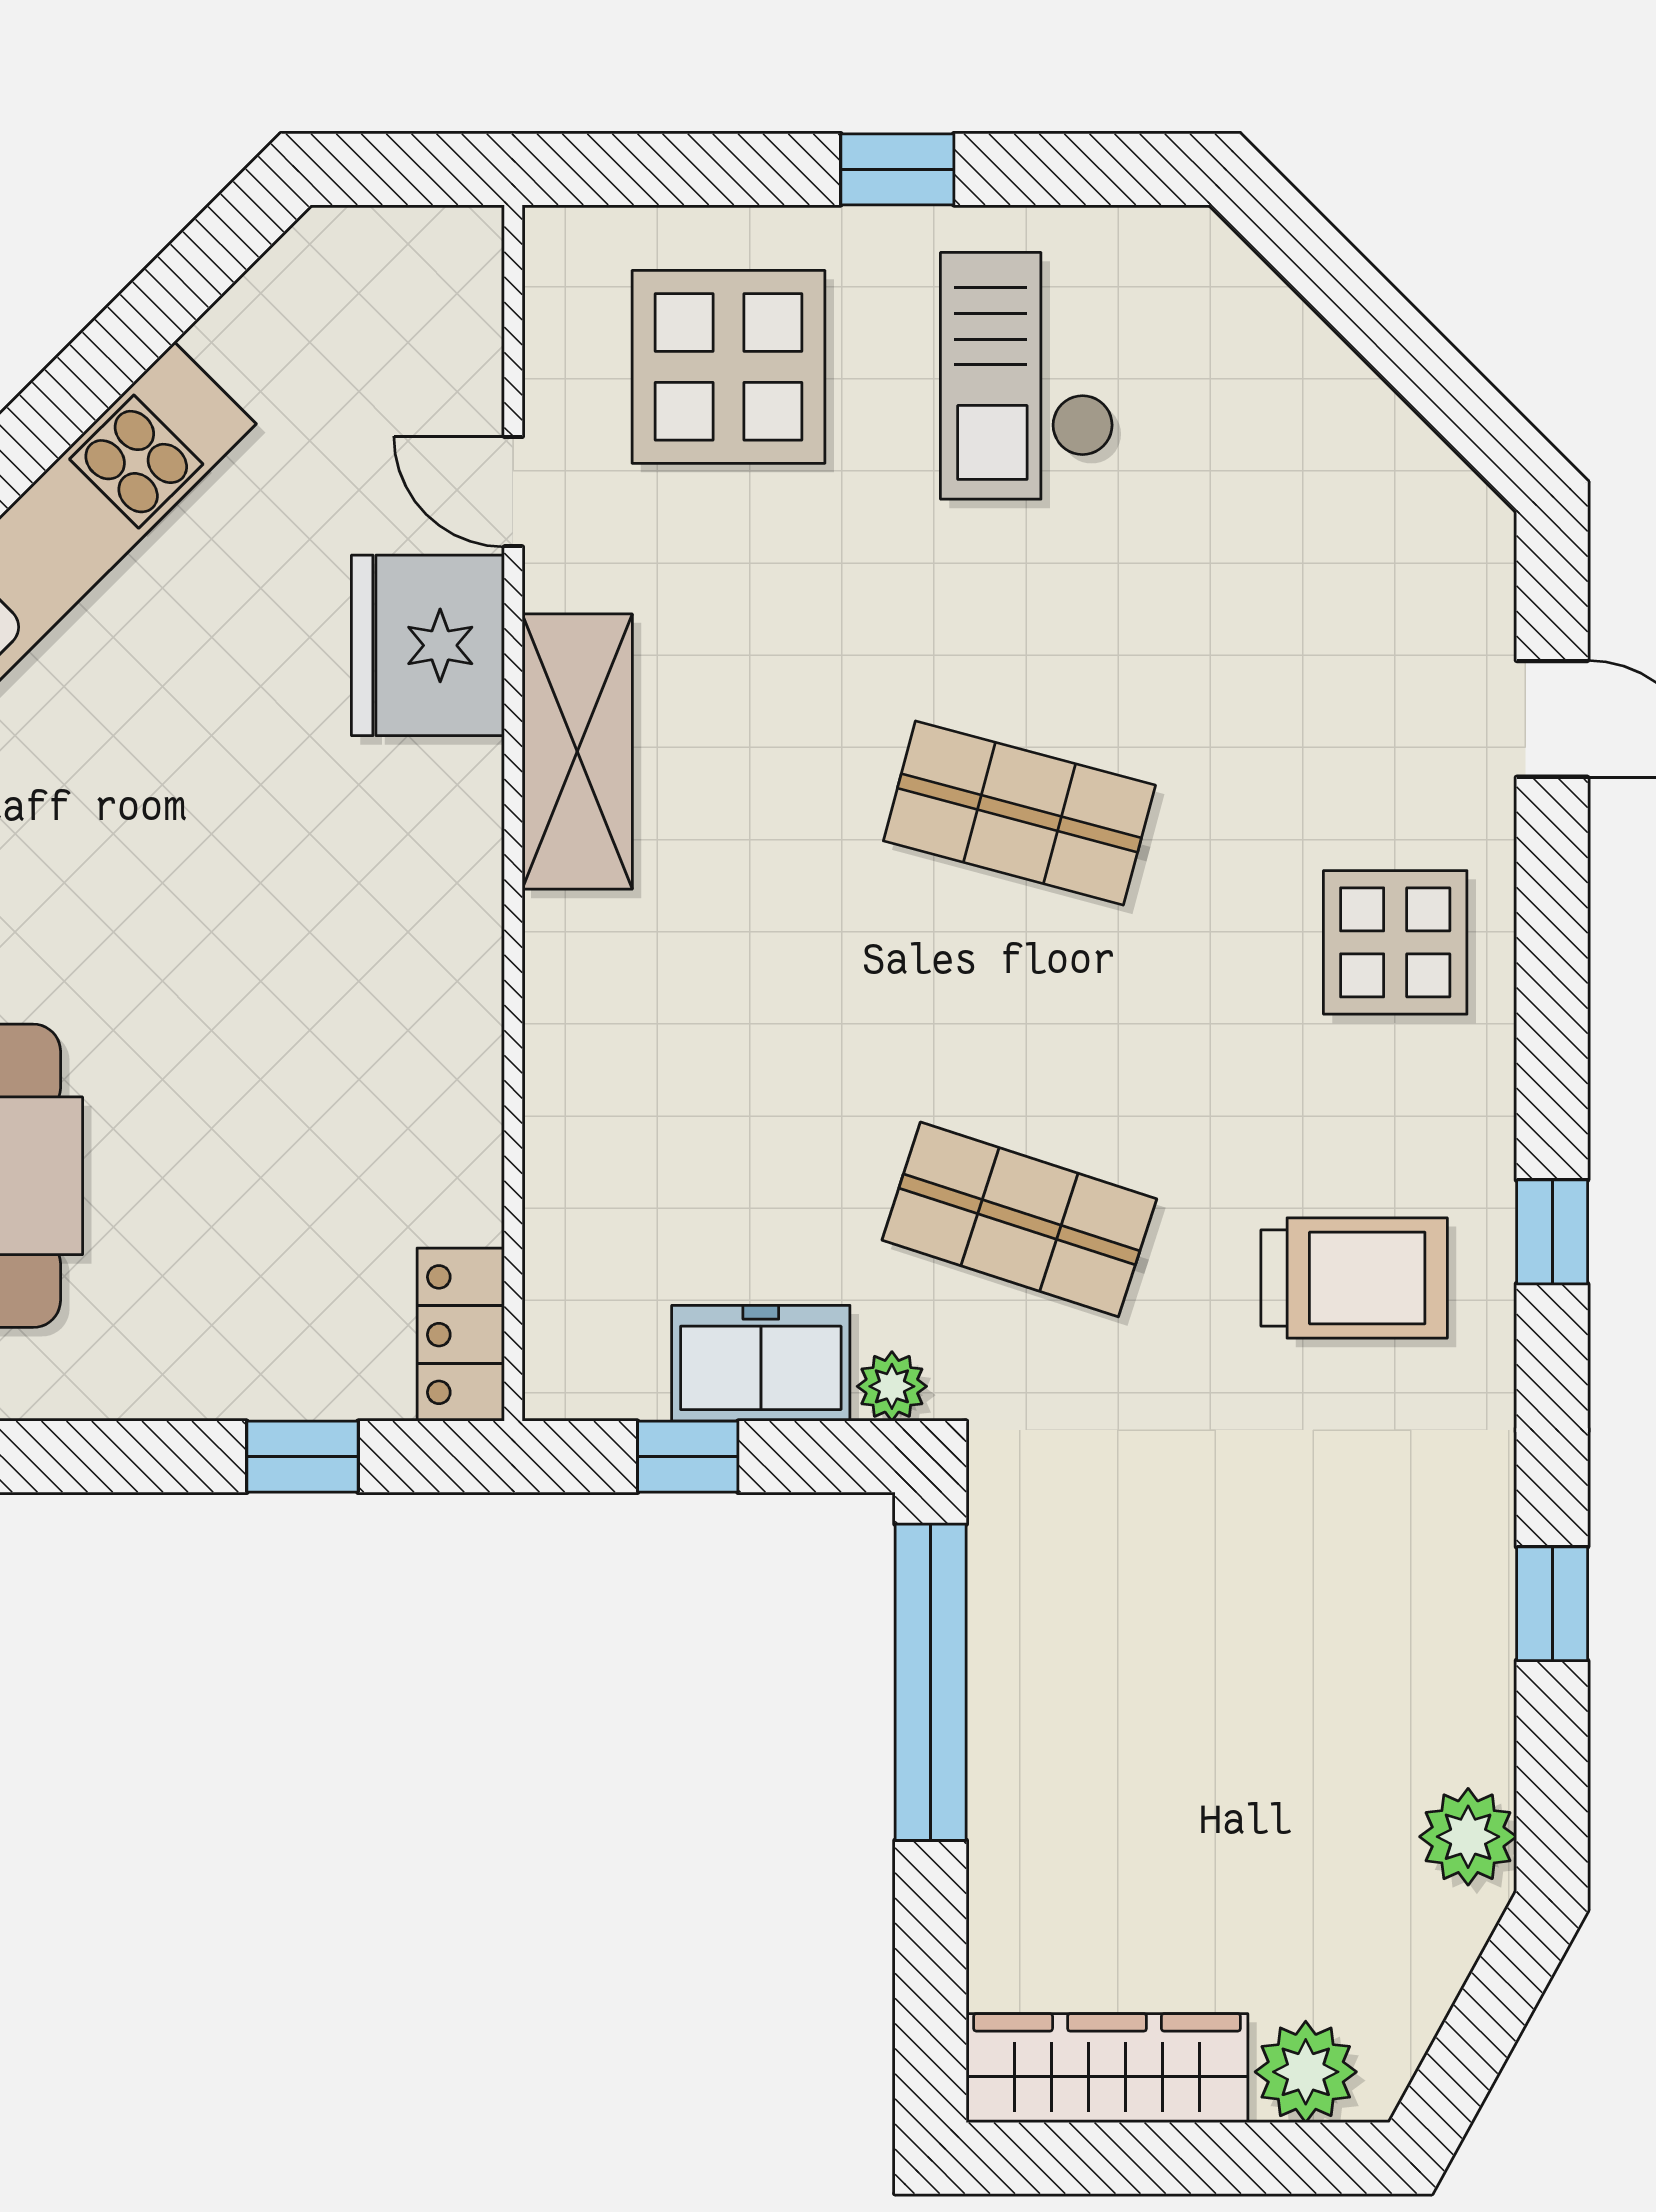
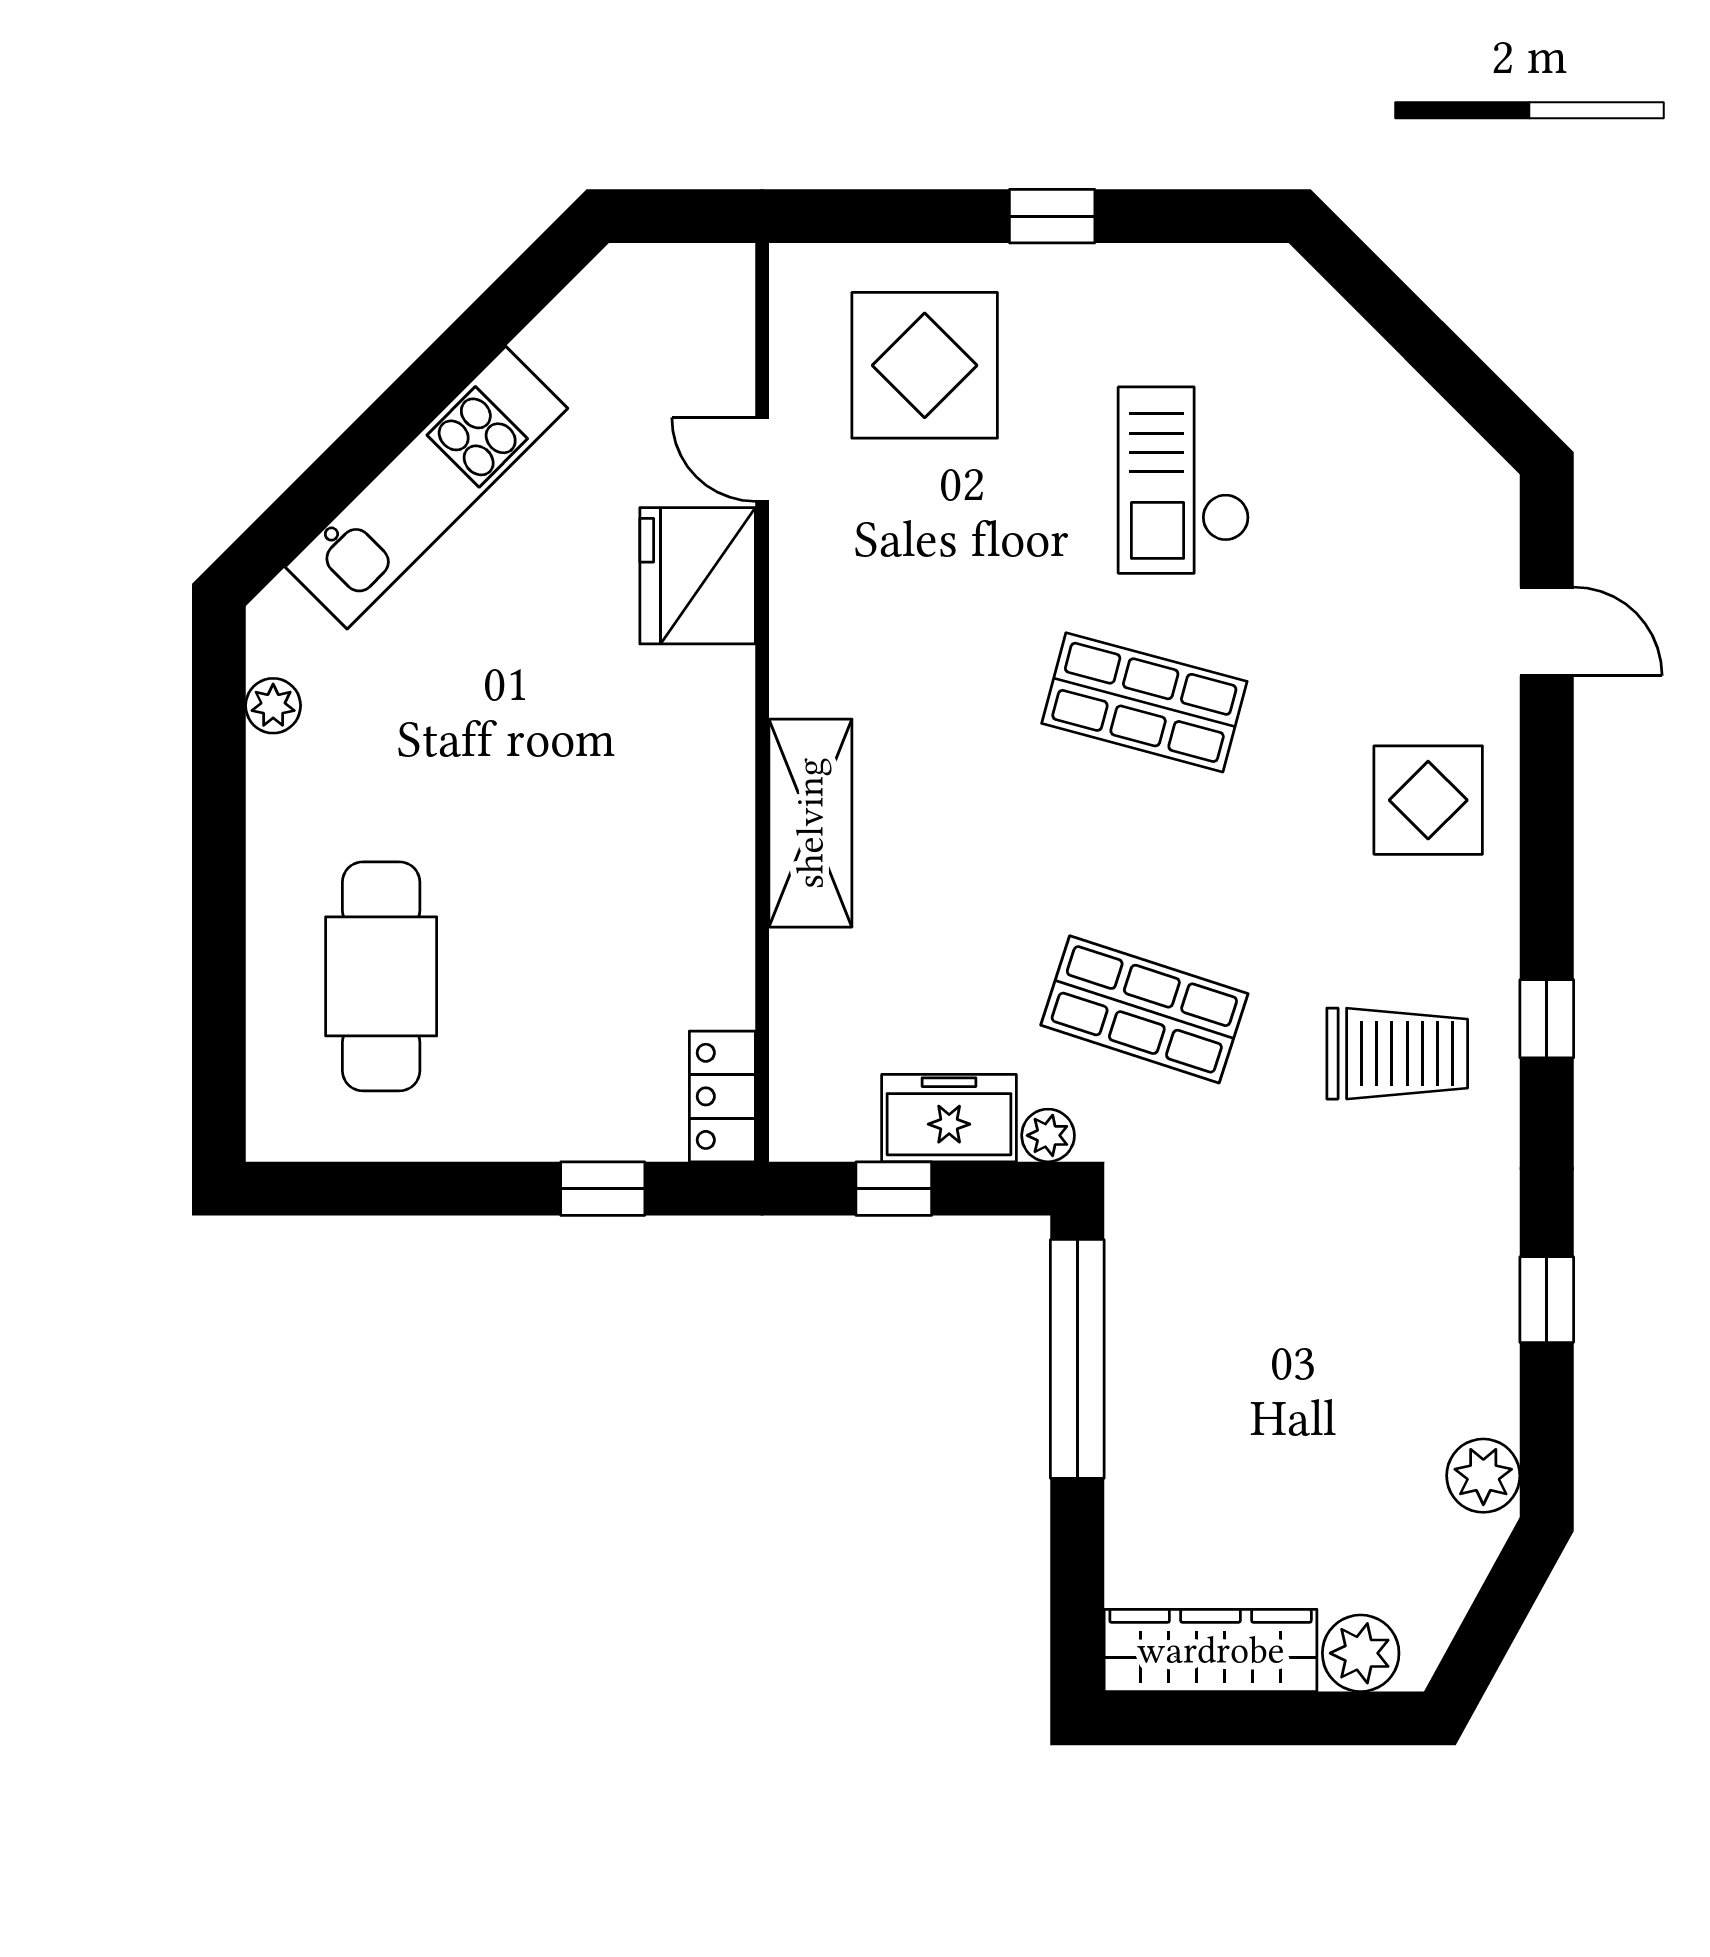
checkout: (1027, 376) -> (1184, 480), moved
shelving: (577, 752) -> (810, 823), moved

